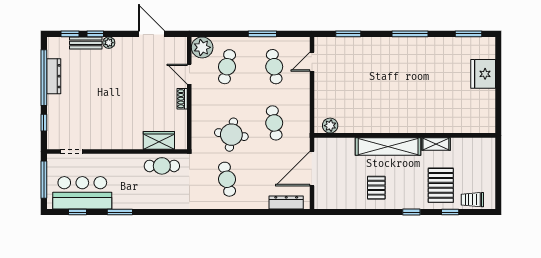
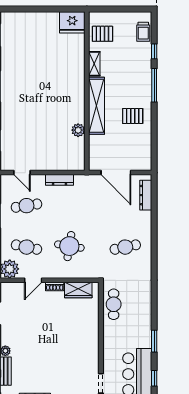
fridge: (483, 74) -> (72, 22), moved
dresser: (304, 104) -> (60, 180), added
cafe table: (274, 123) -> (76, 206), removed
plant: (330, 126) -> (78, 130), moved
round table: (231, 135) -> (69, 246), moved
wardrobe: (159, 140) -> (78, 290), moved, turned -90
pallet: (441, 185) -> (102, 34), moved, width x0.67, depth x0.71
window: (411, 212) -> (154, 85), width x2.17

